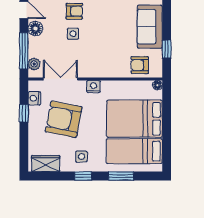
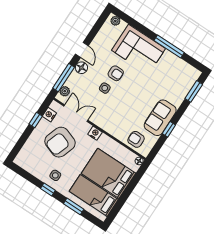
window: (167, 49) -> (169, 129), moved
armchair: (64, 119) -> (60, 142), turned -82
wardrobe: (46, 164) -> (28, 164), removed

